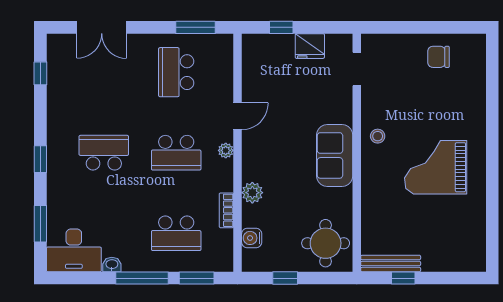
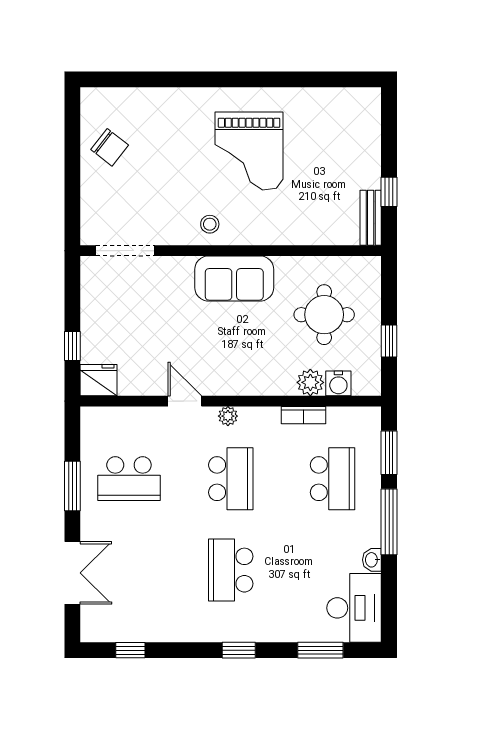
window: (196, 27) -> (72, 486), moved
fridge: (310, 46) -> (99, 380), moved, turned -90
chair: (439, 57) -> (110, 147), turned -52
doorway: (357, 69) -> (125, 251), width x1.38
plant: (252, 193) -> (310, 382), moved
round table: (326, 243) -> (324, 315), moved
bench: (391, 264) -> (371, 218), width x0.73

